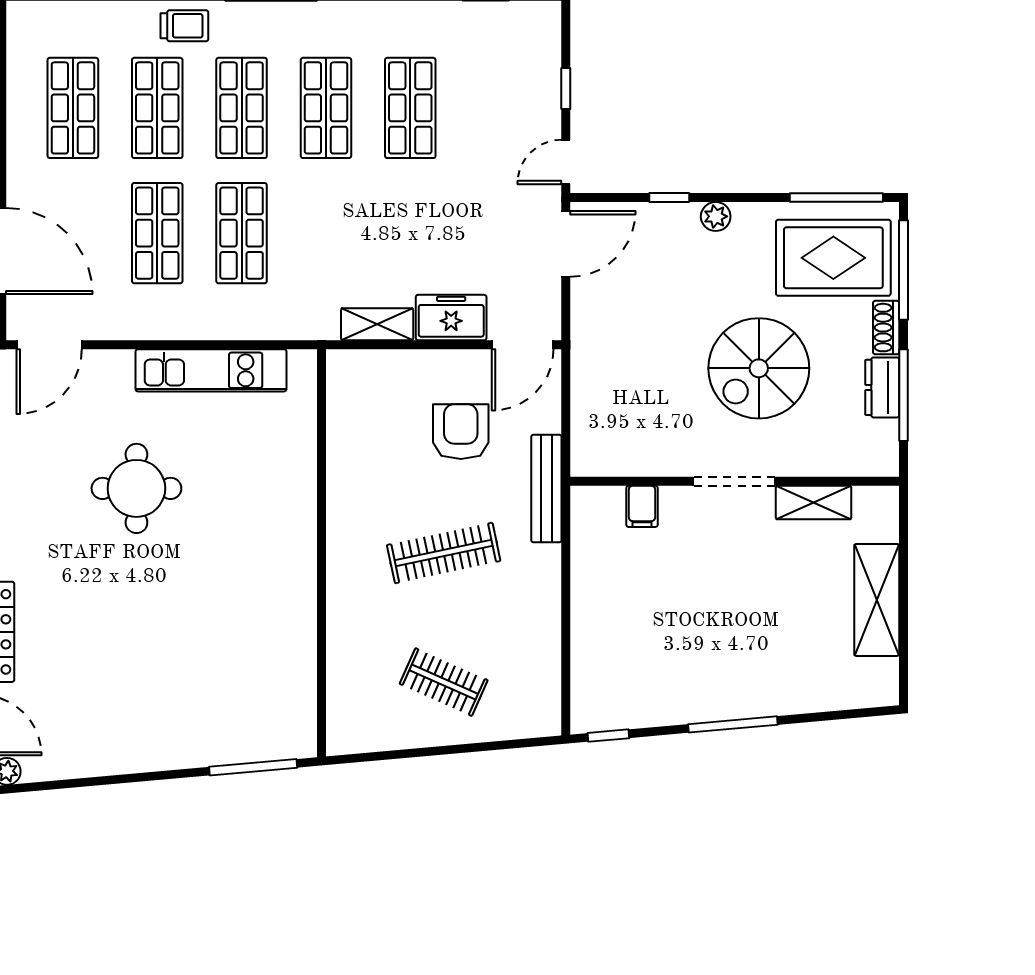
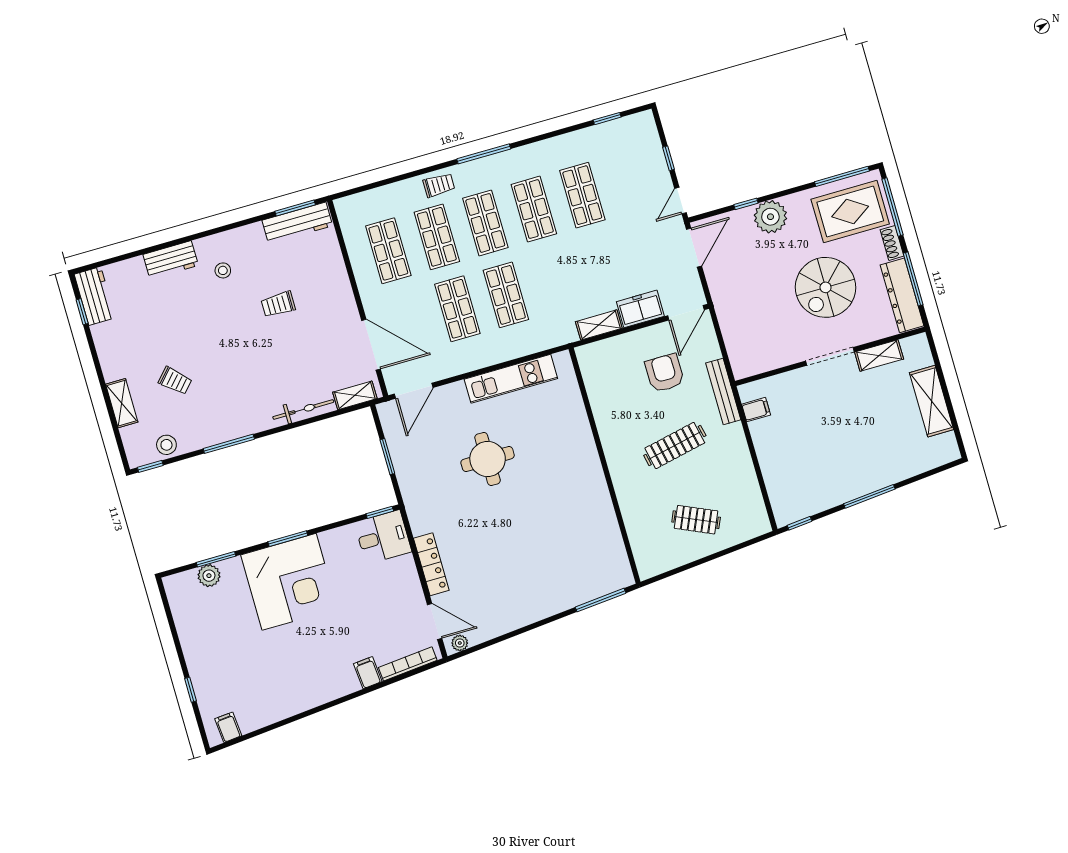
plant: (716, 216) -> (770, 217), width x1.88, depth x1.88
dresser: (882, 387) -> (902, 295), width x1.96, depth x1.24
filing cabinet: (642, 506) -> (756, 410), moved, turned -90

